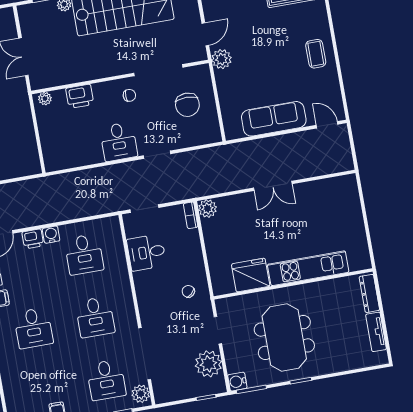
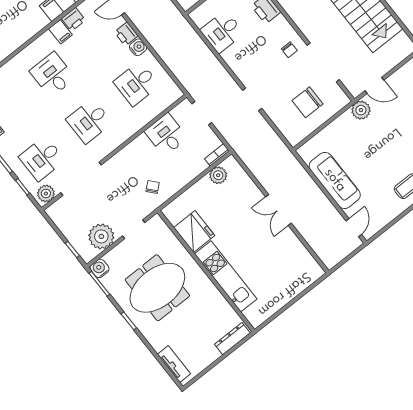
desk: (119, 142) -> (222, 32), moved
plant: (207, 208) -> (218, 175), moved
desk: (33, 328) -> (52, 75), turned 90
tv unit: (376, 332) -> (174, 364), moved, turned 90

